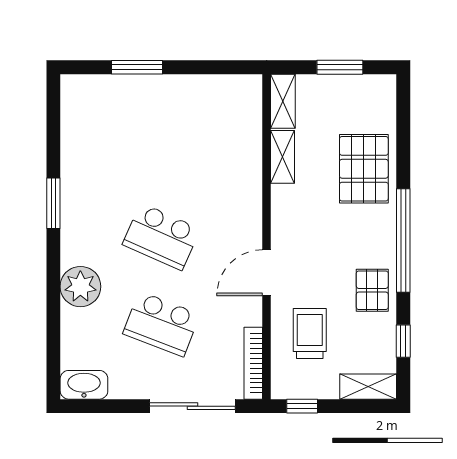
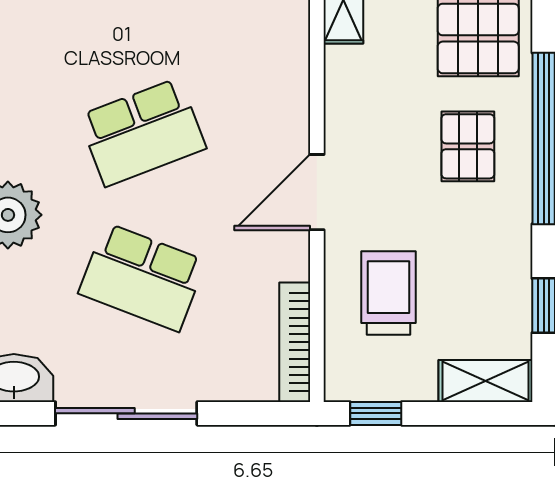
school desk: (161, 237) -> (142, 132), turned -45
pallet: (372, 290) -> (468, 146), moved
sliding door: (192, 406) -> (126, 413), moved

